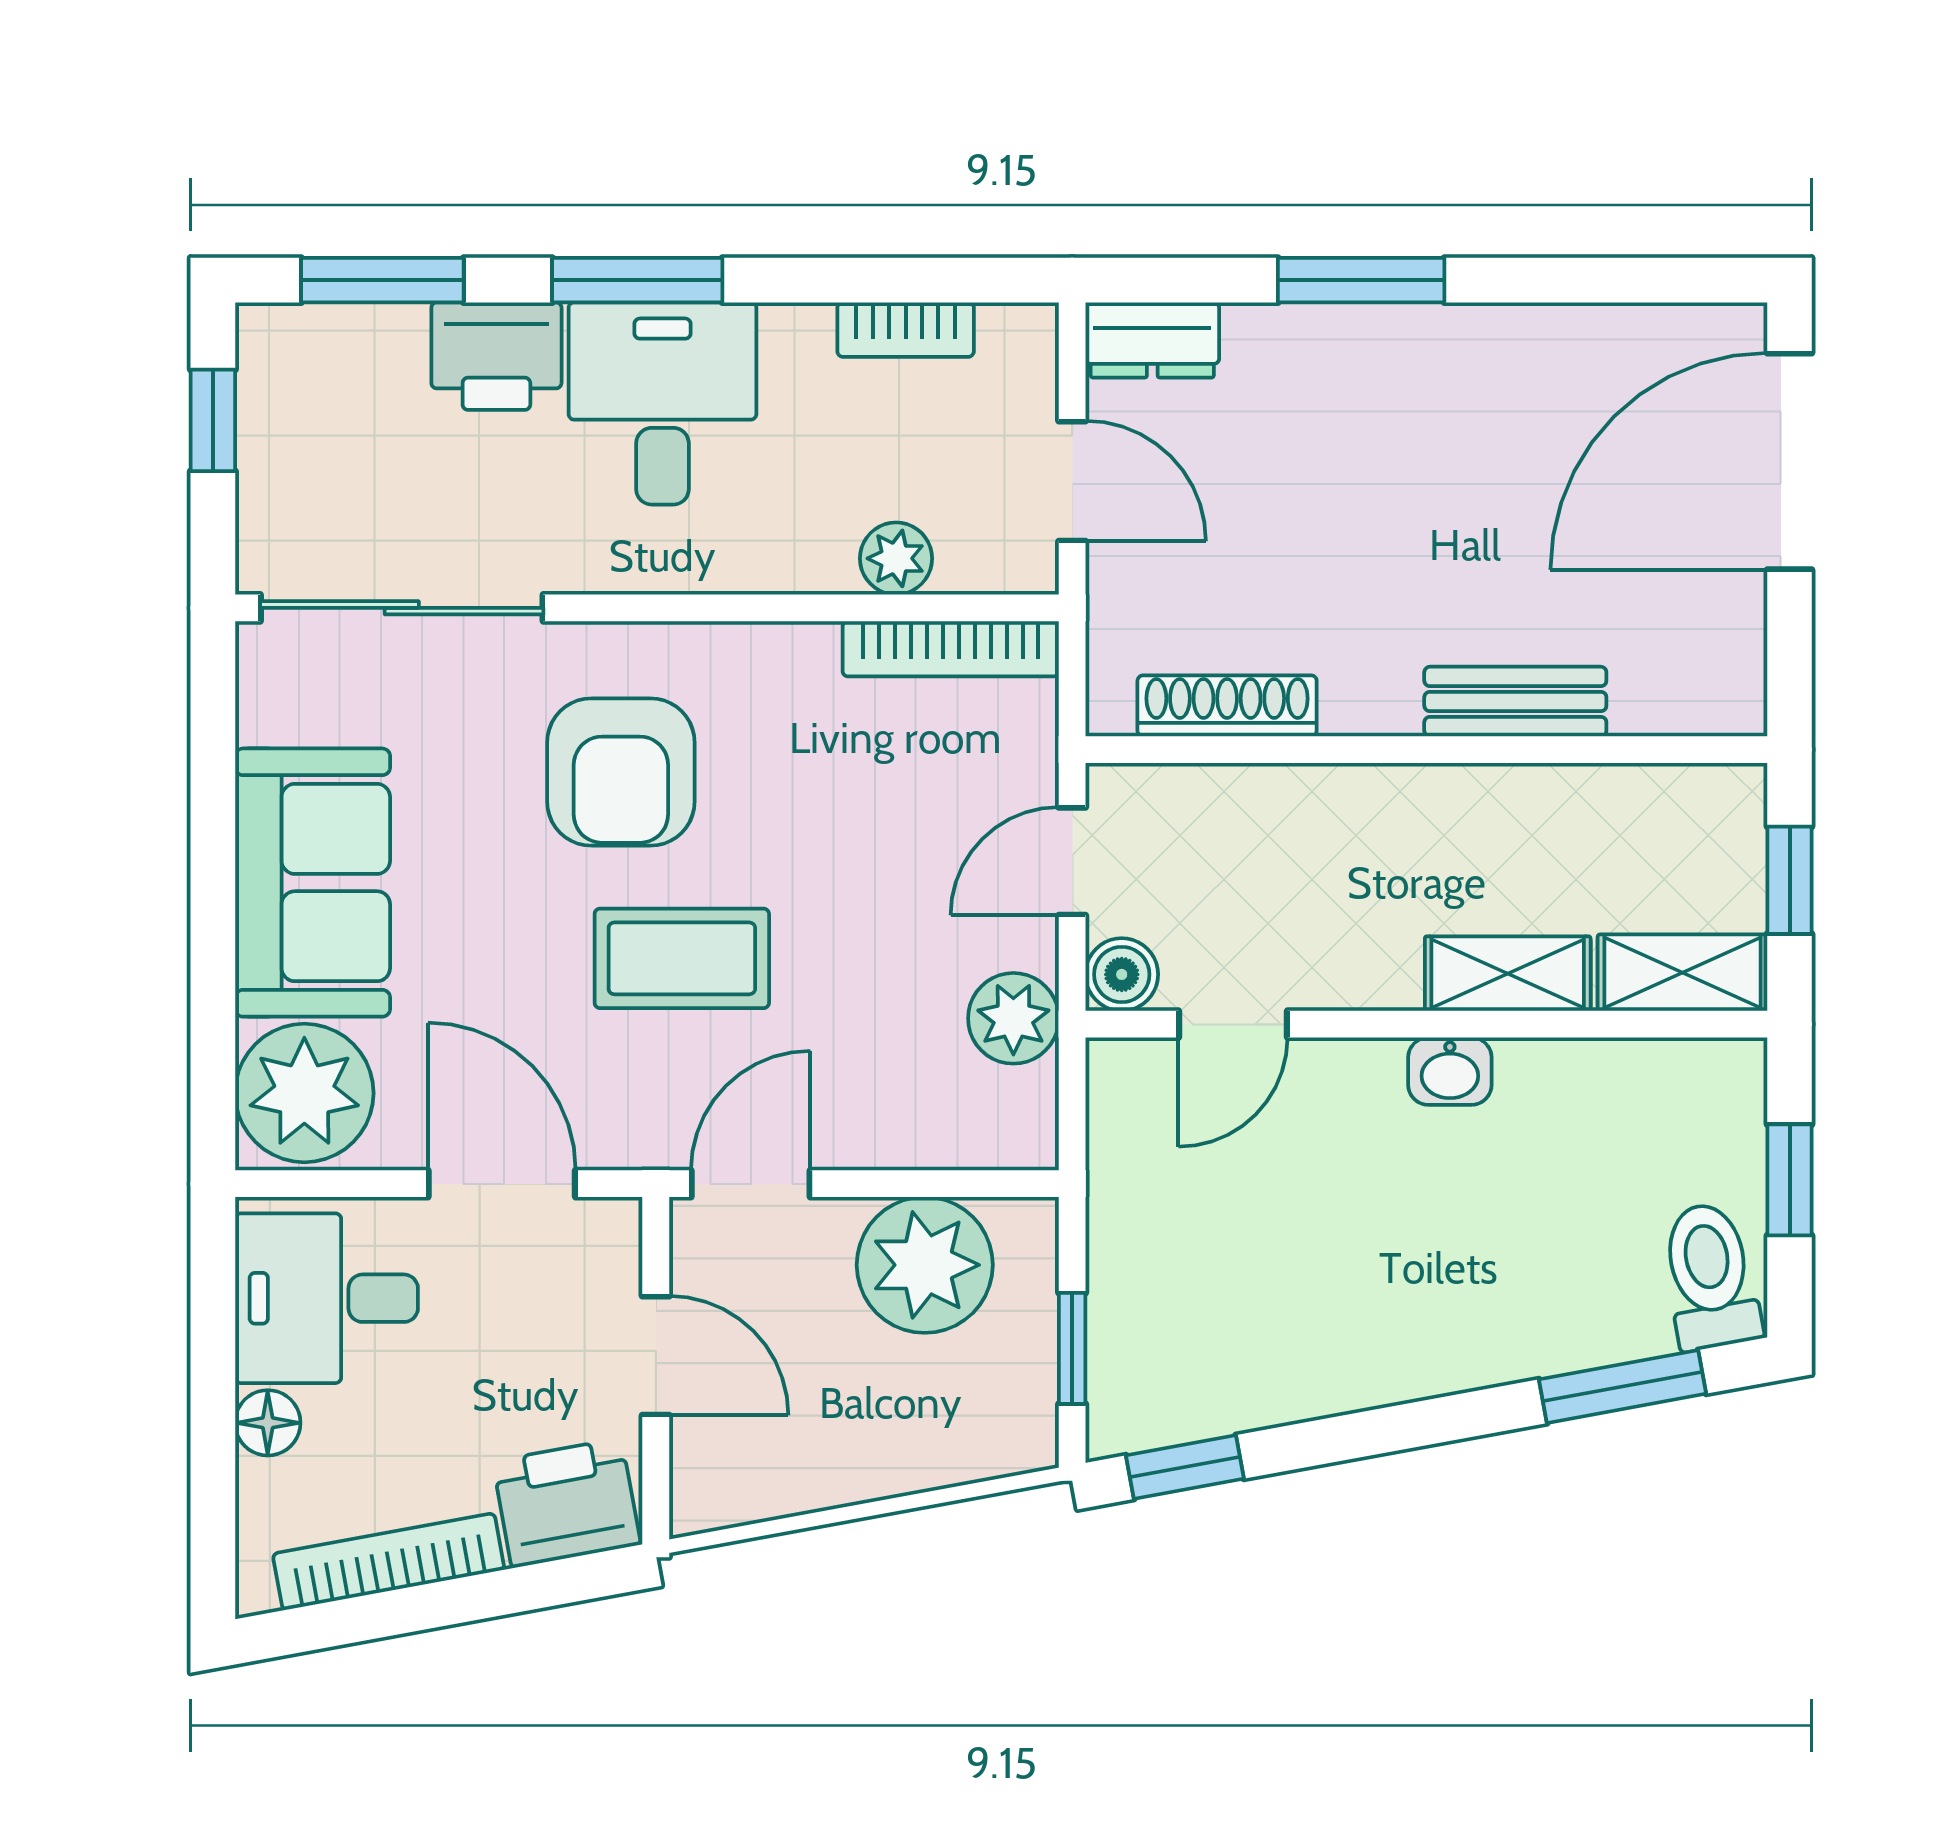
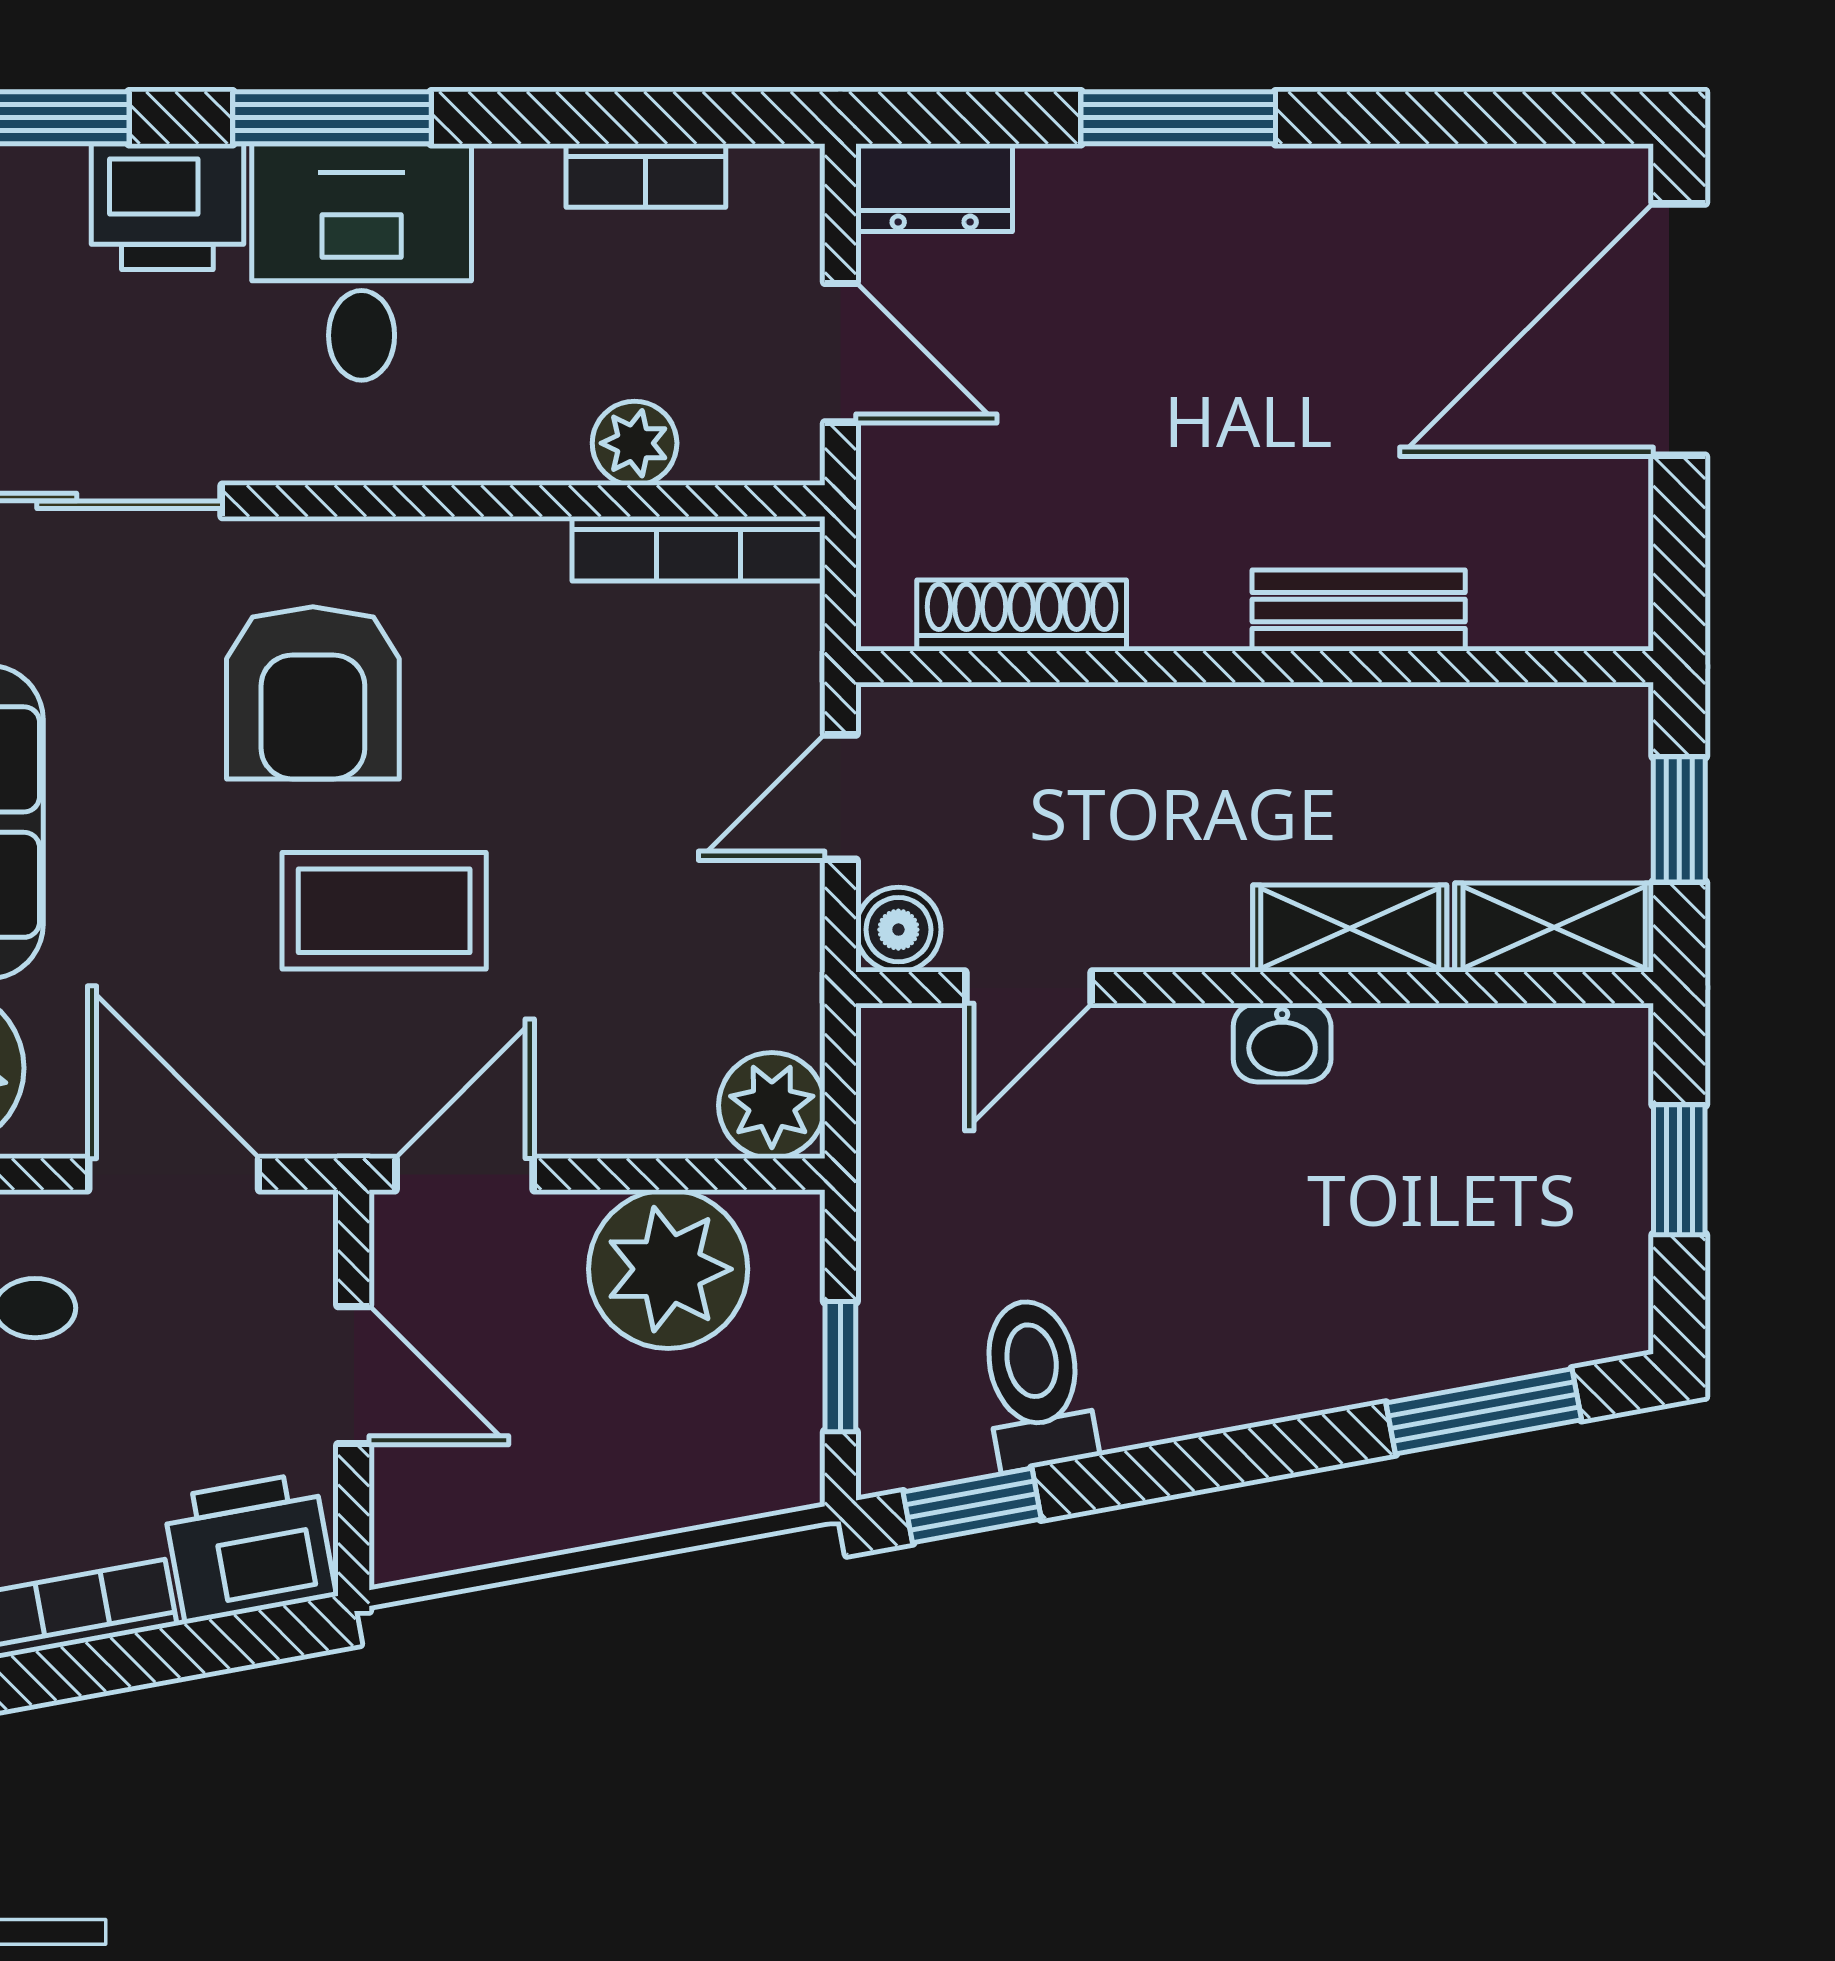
plant: (1013, 1018) -> (772, 1105), moved
toilet: (1710, 1276) -> (1036, 1383), moved

